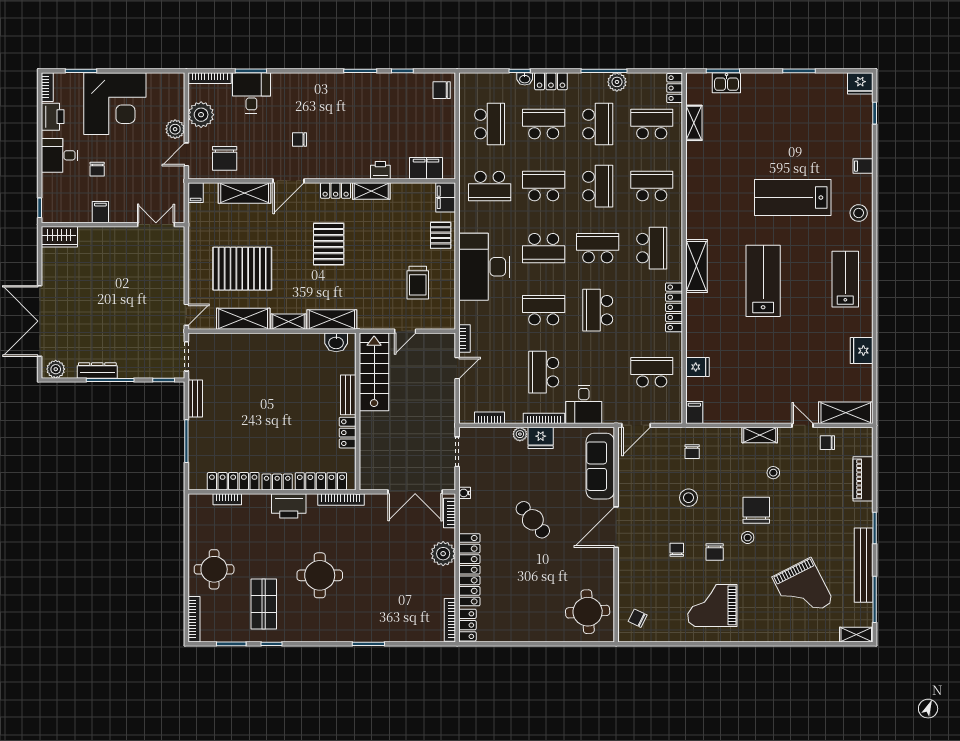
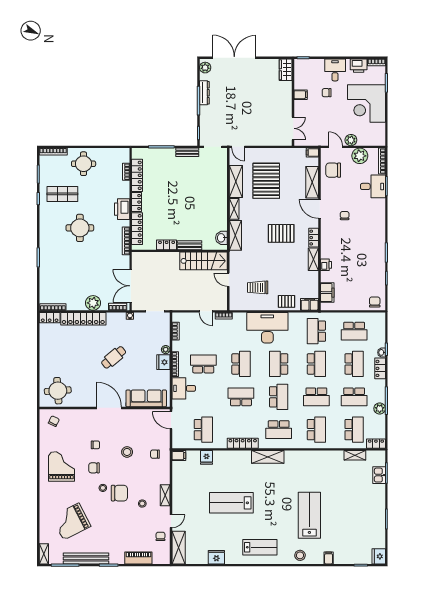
lab bench: (763, 281) -> (231, 503), moved, turned 180

